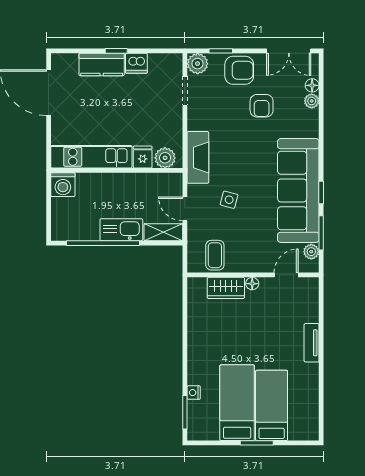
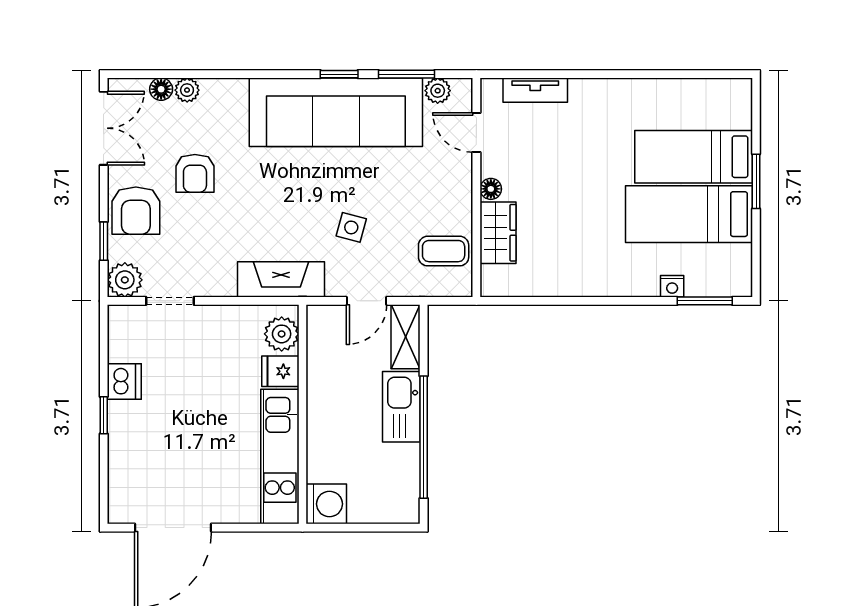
kitchen counter: (102, 64) -> (126, 440), removed
armchair: (239, 70) -> (136, 211), turned 180
armchair: (262, 106) -> (195, 173), turned 90
tv unit: (312, 343) -> (535, 90), moved

